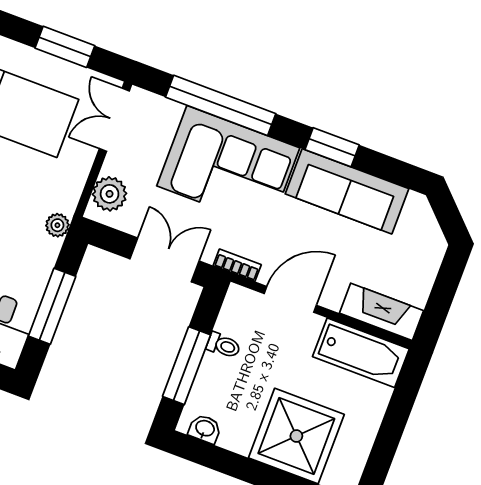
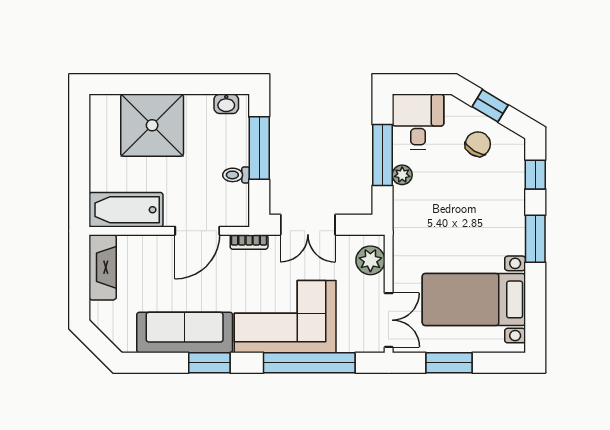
plant: (57, 225) -> (402, 175), moved
fireplace: (381, 312) -> (103, 267), moved, turned -90

